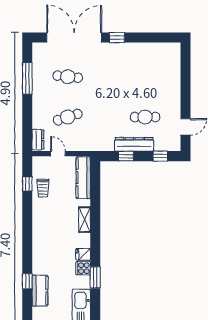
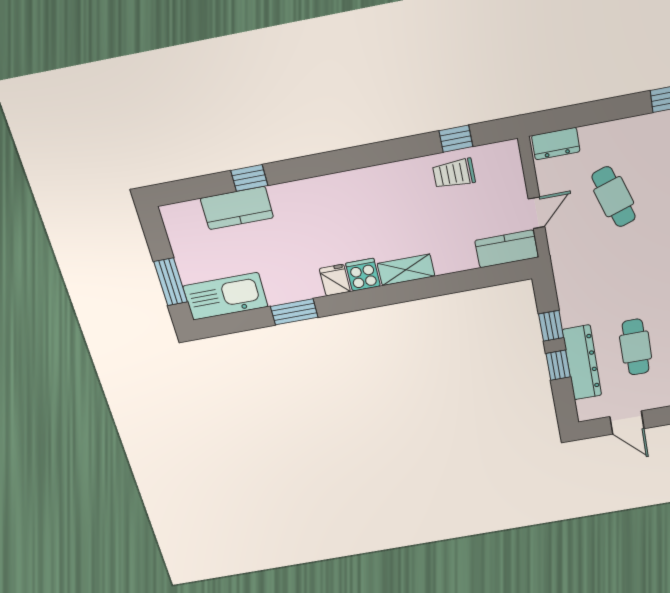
dresser: (134, 144) -> (582, 363), moved
door: (58, 154) -> (537, 213), moved
window: (160, 156) -> (558, 365), moved
kitchen counter: (83, 178) -> (507, 249), width x0.67
cooker: (83, 268) -> (363, 275), moved

